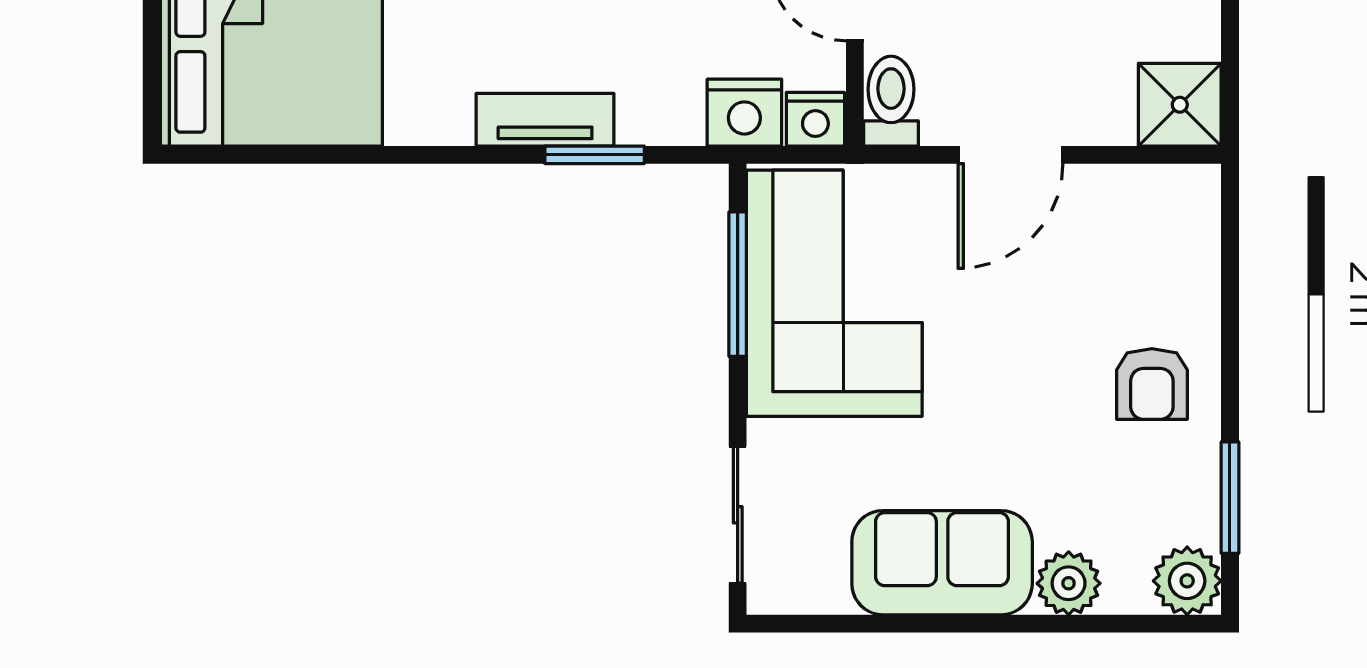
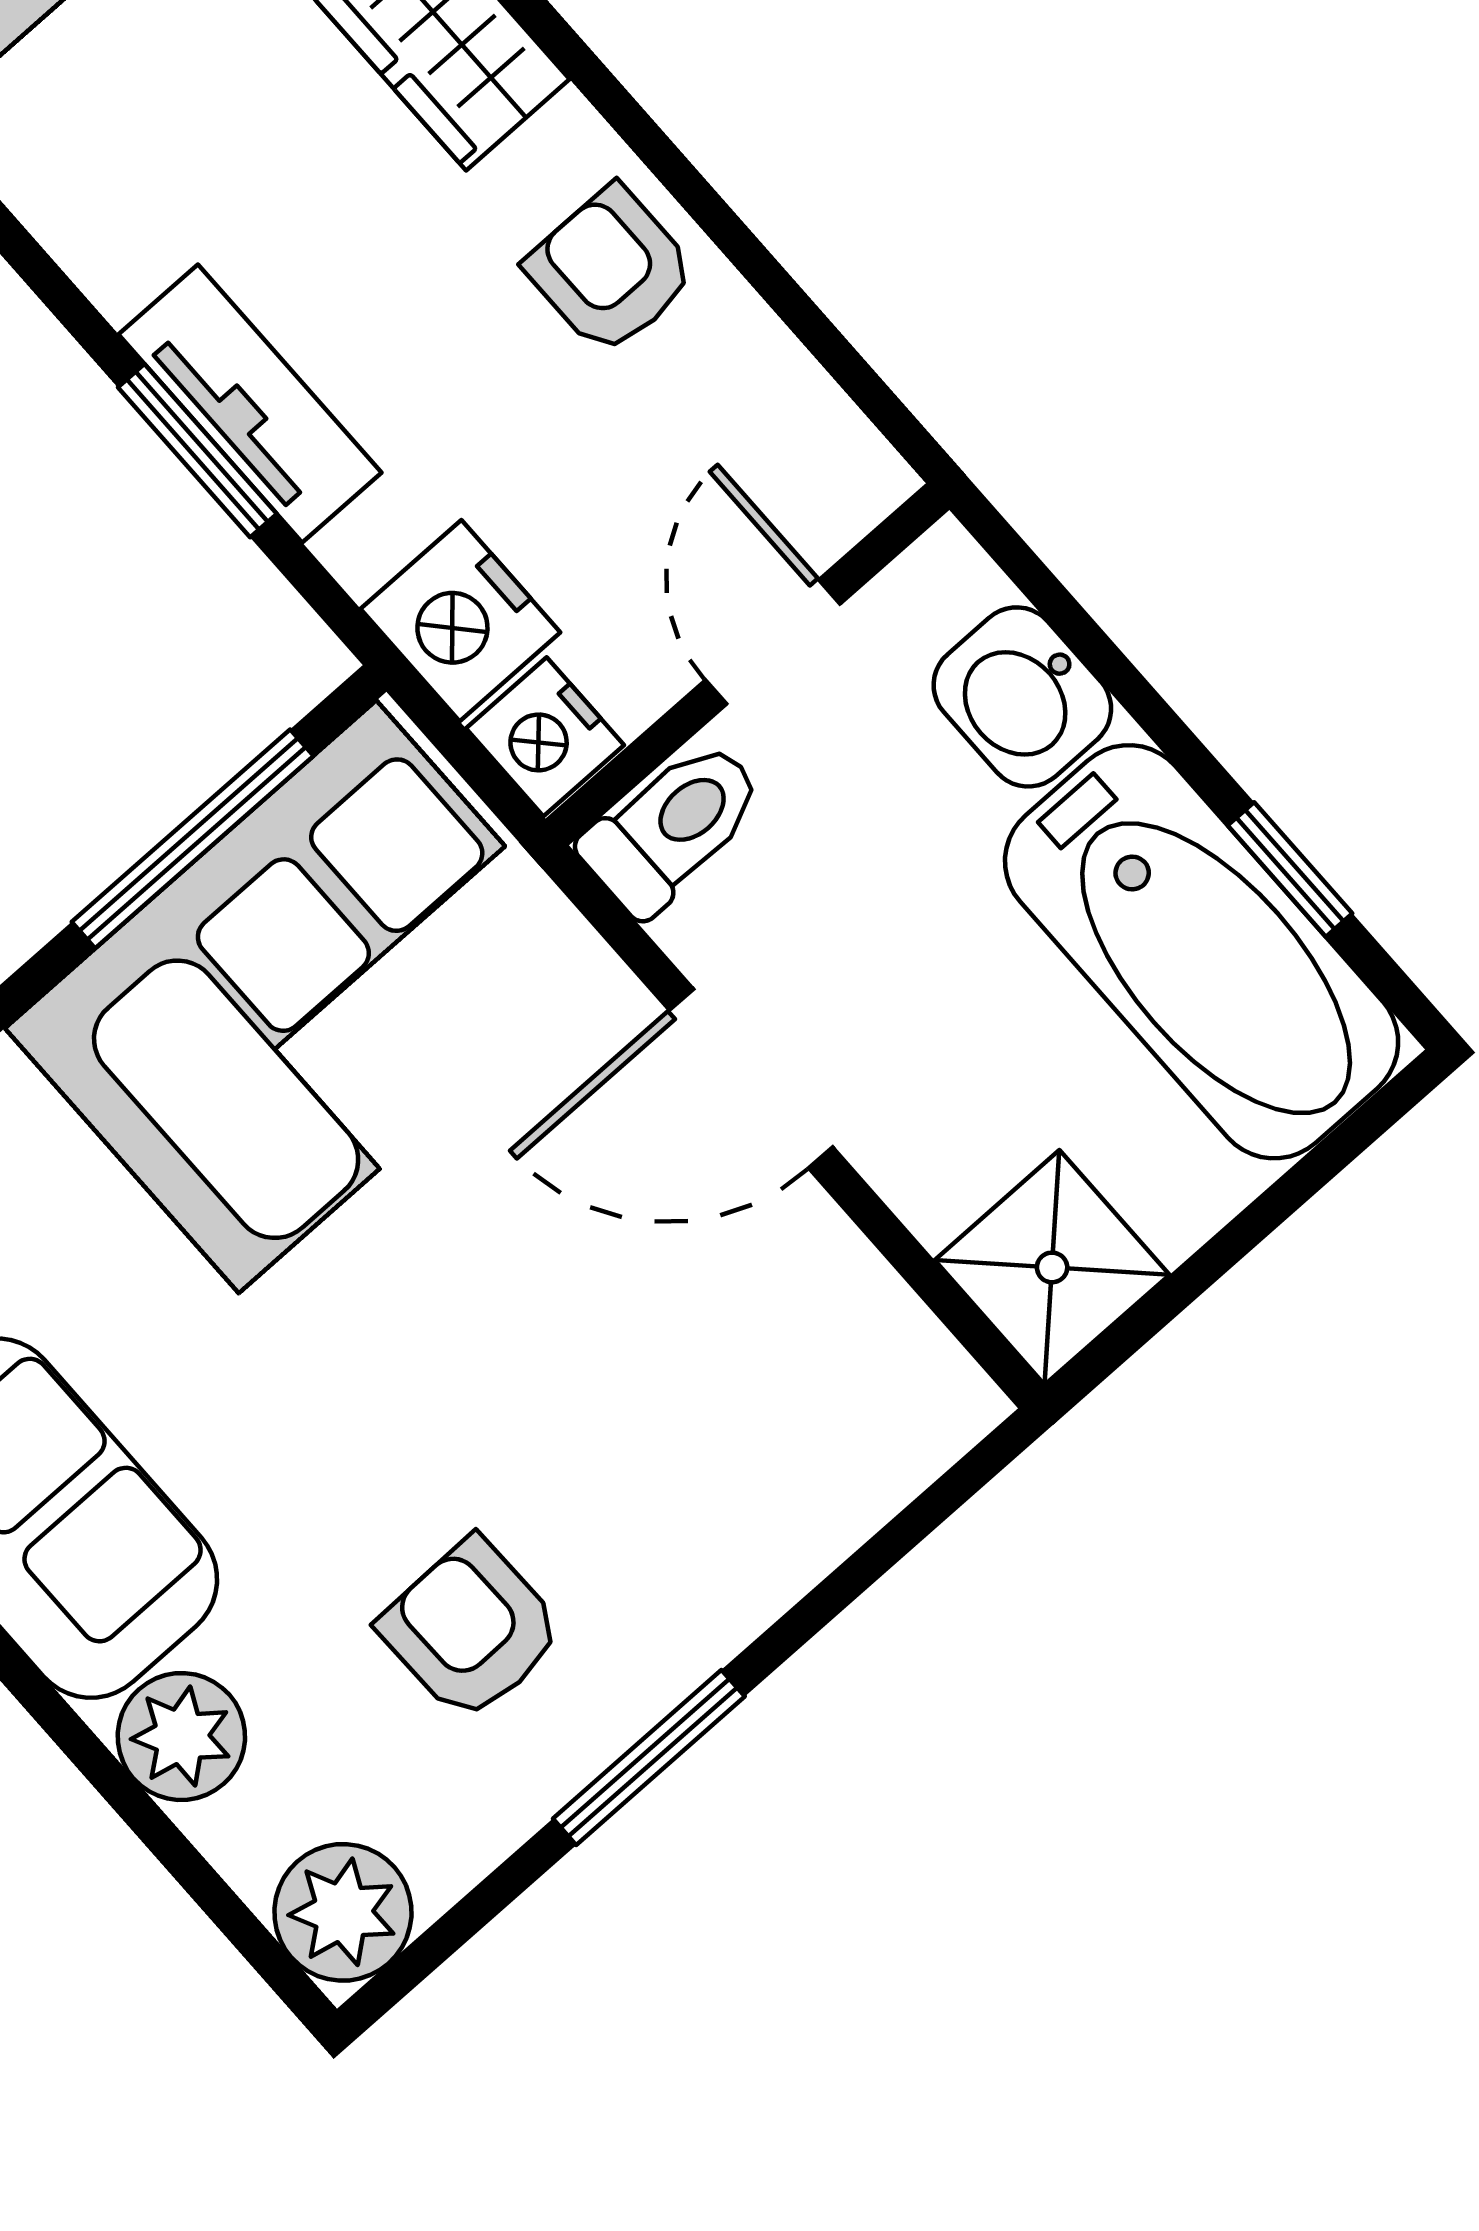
tv unit: (545, 120) -> (250, 403), moved
armchair: (1152, 384) -> (471, 1630), moved, turned 89
window: (1230, 498) -> (649, 1758), moved

